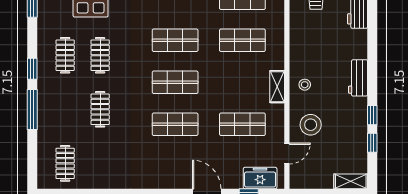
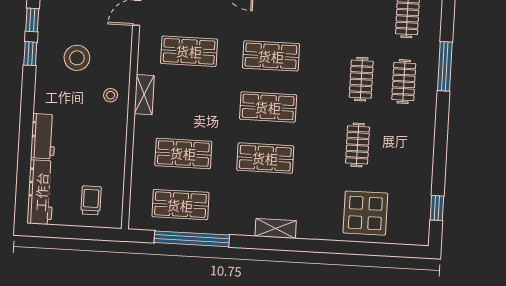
clothes rail: (65, 55) -> (404, 82), moved
window: (32, 69) -> (441, 133), removed
workbench: (358, 78) -> (43, 136), moved
window: (32, 110) -> (445, 66), moved
stool: (311, 125) -> (77, 58), moved

